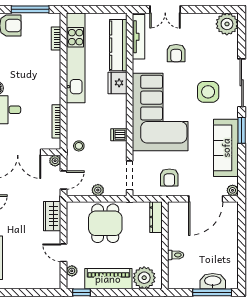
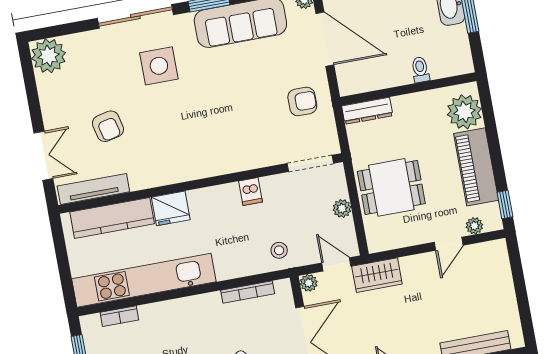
armchair: (176, 53) -> (108, 126), turned 77
corner sofa: (160, 112) -> (204, 134), removed
wardrobe: (52, 216) -> (377, 275), moved

